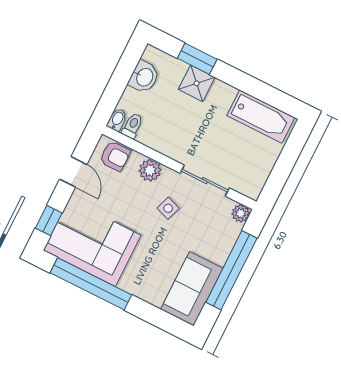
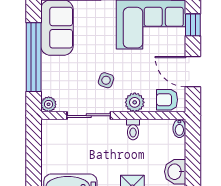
toilet: (132, 126) -> (133, 130), moved
door: (73, 172) -> (193, 72), width x1.38

